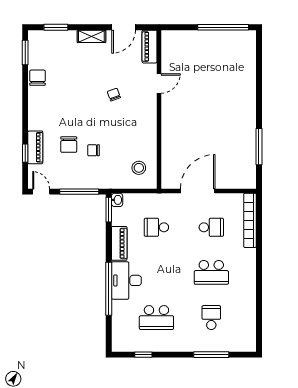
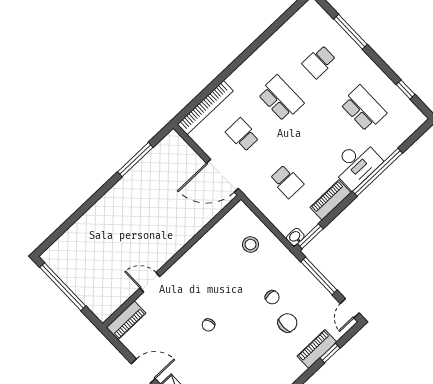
piano: (150, 47) -> (126, 320), moved
door: (159, 84) -> (150, 282), moved
wall: (159, 109) -> (172, 261), moved

